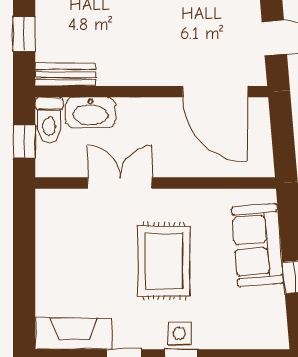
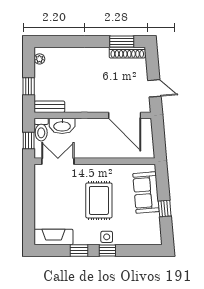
double door: (120, 183) -> (58, 161), moved

